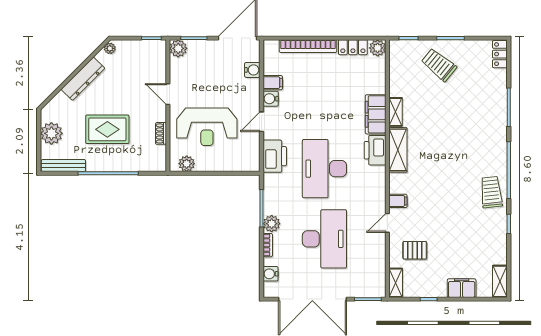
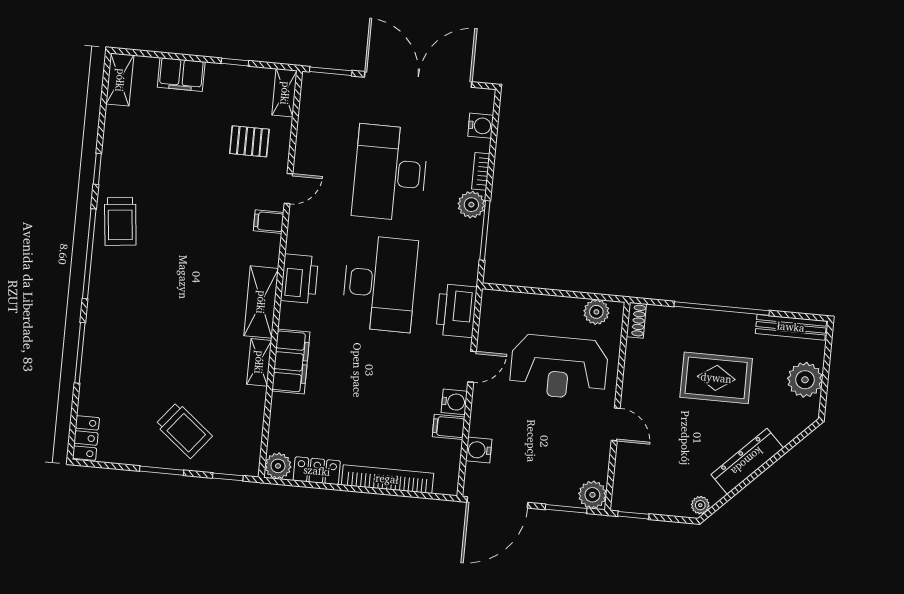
reception desk: (207, 127) -> (559, 367), turned 180
shoe rack: (161, 133) -> (636, 320), moved
printer: (375, 150) -> (299, 279), moved

